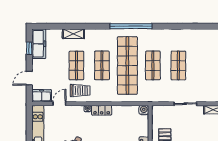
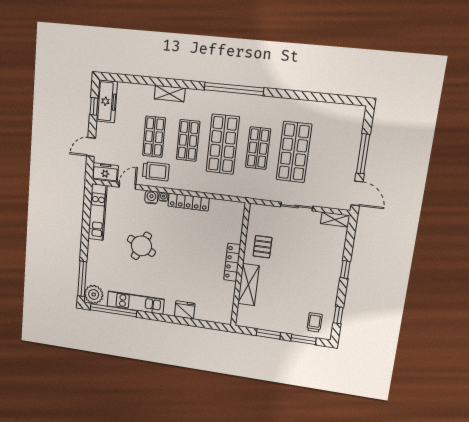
shelving: (73, 34) -> (170, 94), moved
shop shelf: (127, 65) -> (223, 144), width x0.71
shop shelf: (178, 65) -> (294, 152), width x1.43, depth x1.36
locker: (102, 110) -> (189, 202), width x1.53
water cooler: (144, 110) -> (151, 197), moved

